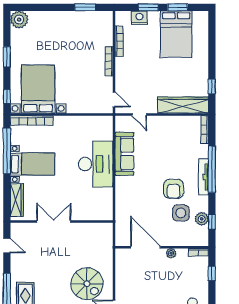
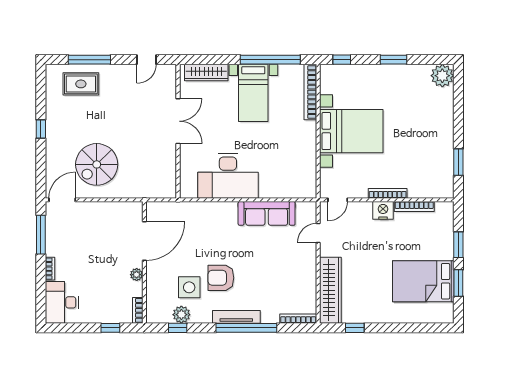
nightstand: (139, 18) -> (383, 210), moved, turned -90
bed with nightstands: (38, 89) -> (351, 131), moved
desk: (96, 164) -> (228, 176), moved

